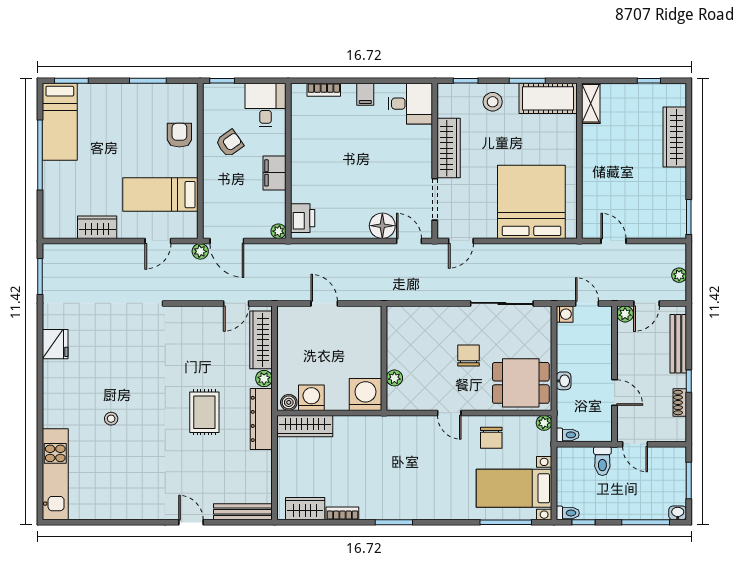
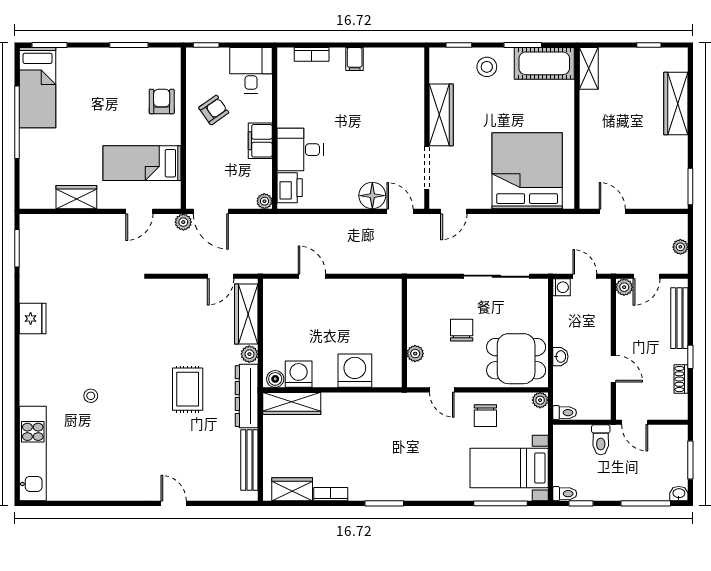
desk: (410, 104) -> (300, 150), moved, turned 180
wall: (384, 358) -> (404, 333), moved
plant: (394, 378) -> (415, 354), moved
bench: (243, 512) -> (249, 460), moved, turned 90

